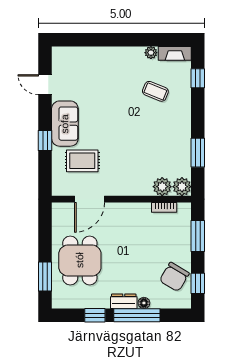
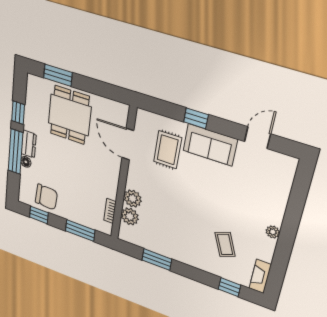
plant: (151, 53) -> (273, 232), moved
coffee table: (155, 91) -> (225, 244), turned -45
plant: (182, 187) -> (133, 199), moved
dining table: (80, 260) -> (70, 115), turned 90
chair: (174, 277) -> (46, 197), turned 152

